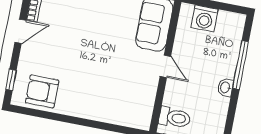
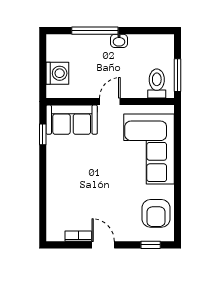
corner sofa: (109, 97) -> (149, 149), added

